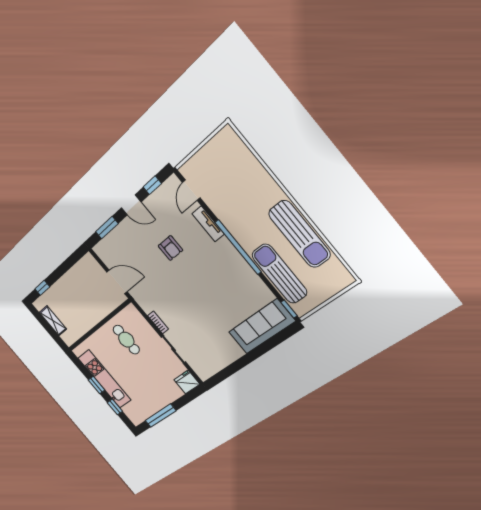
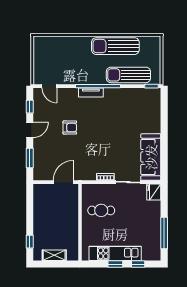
tv unit: (208, 224) -> (91, 92), moved
sun lounger: (299, 234) -> (115, 46), turned 180
sofa: (262, 327) -> (151, 157), moved

